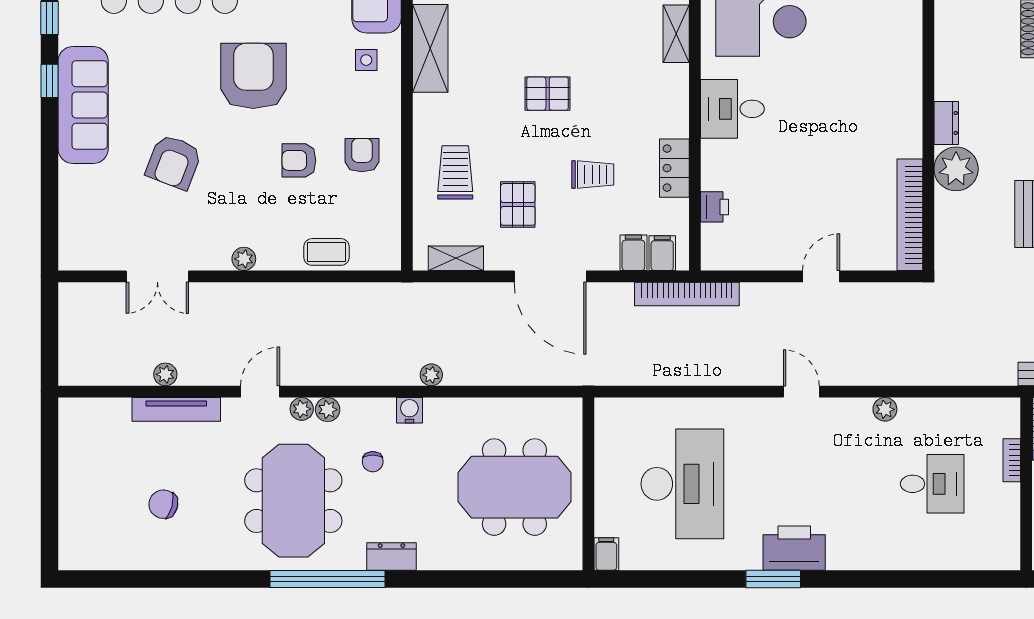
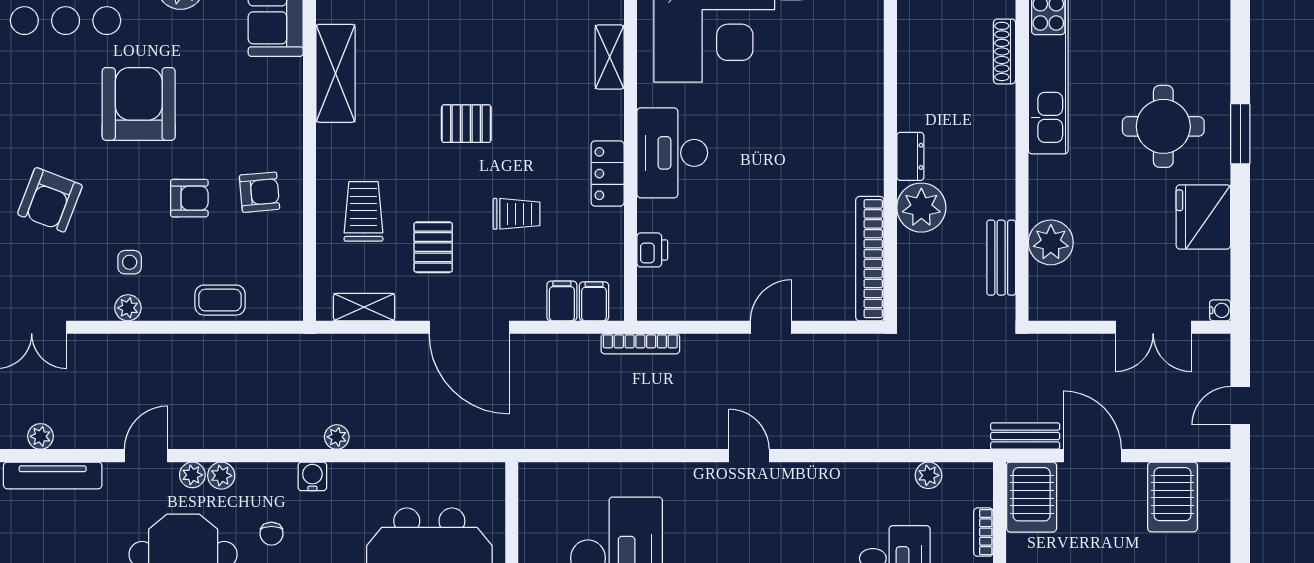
side table: (366, 60) -> (130, 262), moved
desk: (732, 109) -> (672, 153), width x1.37
armchair: (362, 155) -> (260, 192), turned 85
armchair: (299, 160) -> (189, 198), turned 180
locker: (674, 168) -> (608, 174), moved
bookcase: (687, 294) -> (640, 344), width x0.68, depth x0.76
plant: (885, 409) -> (929, 475), moved

